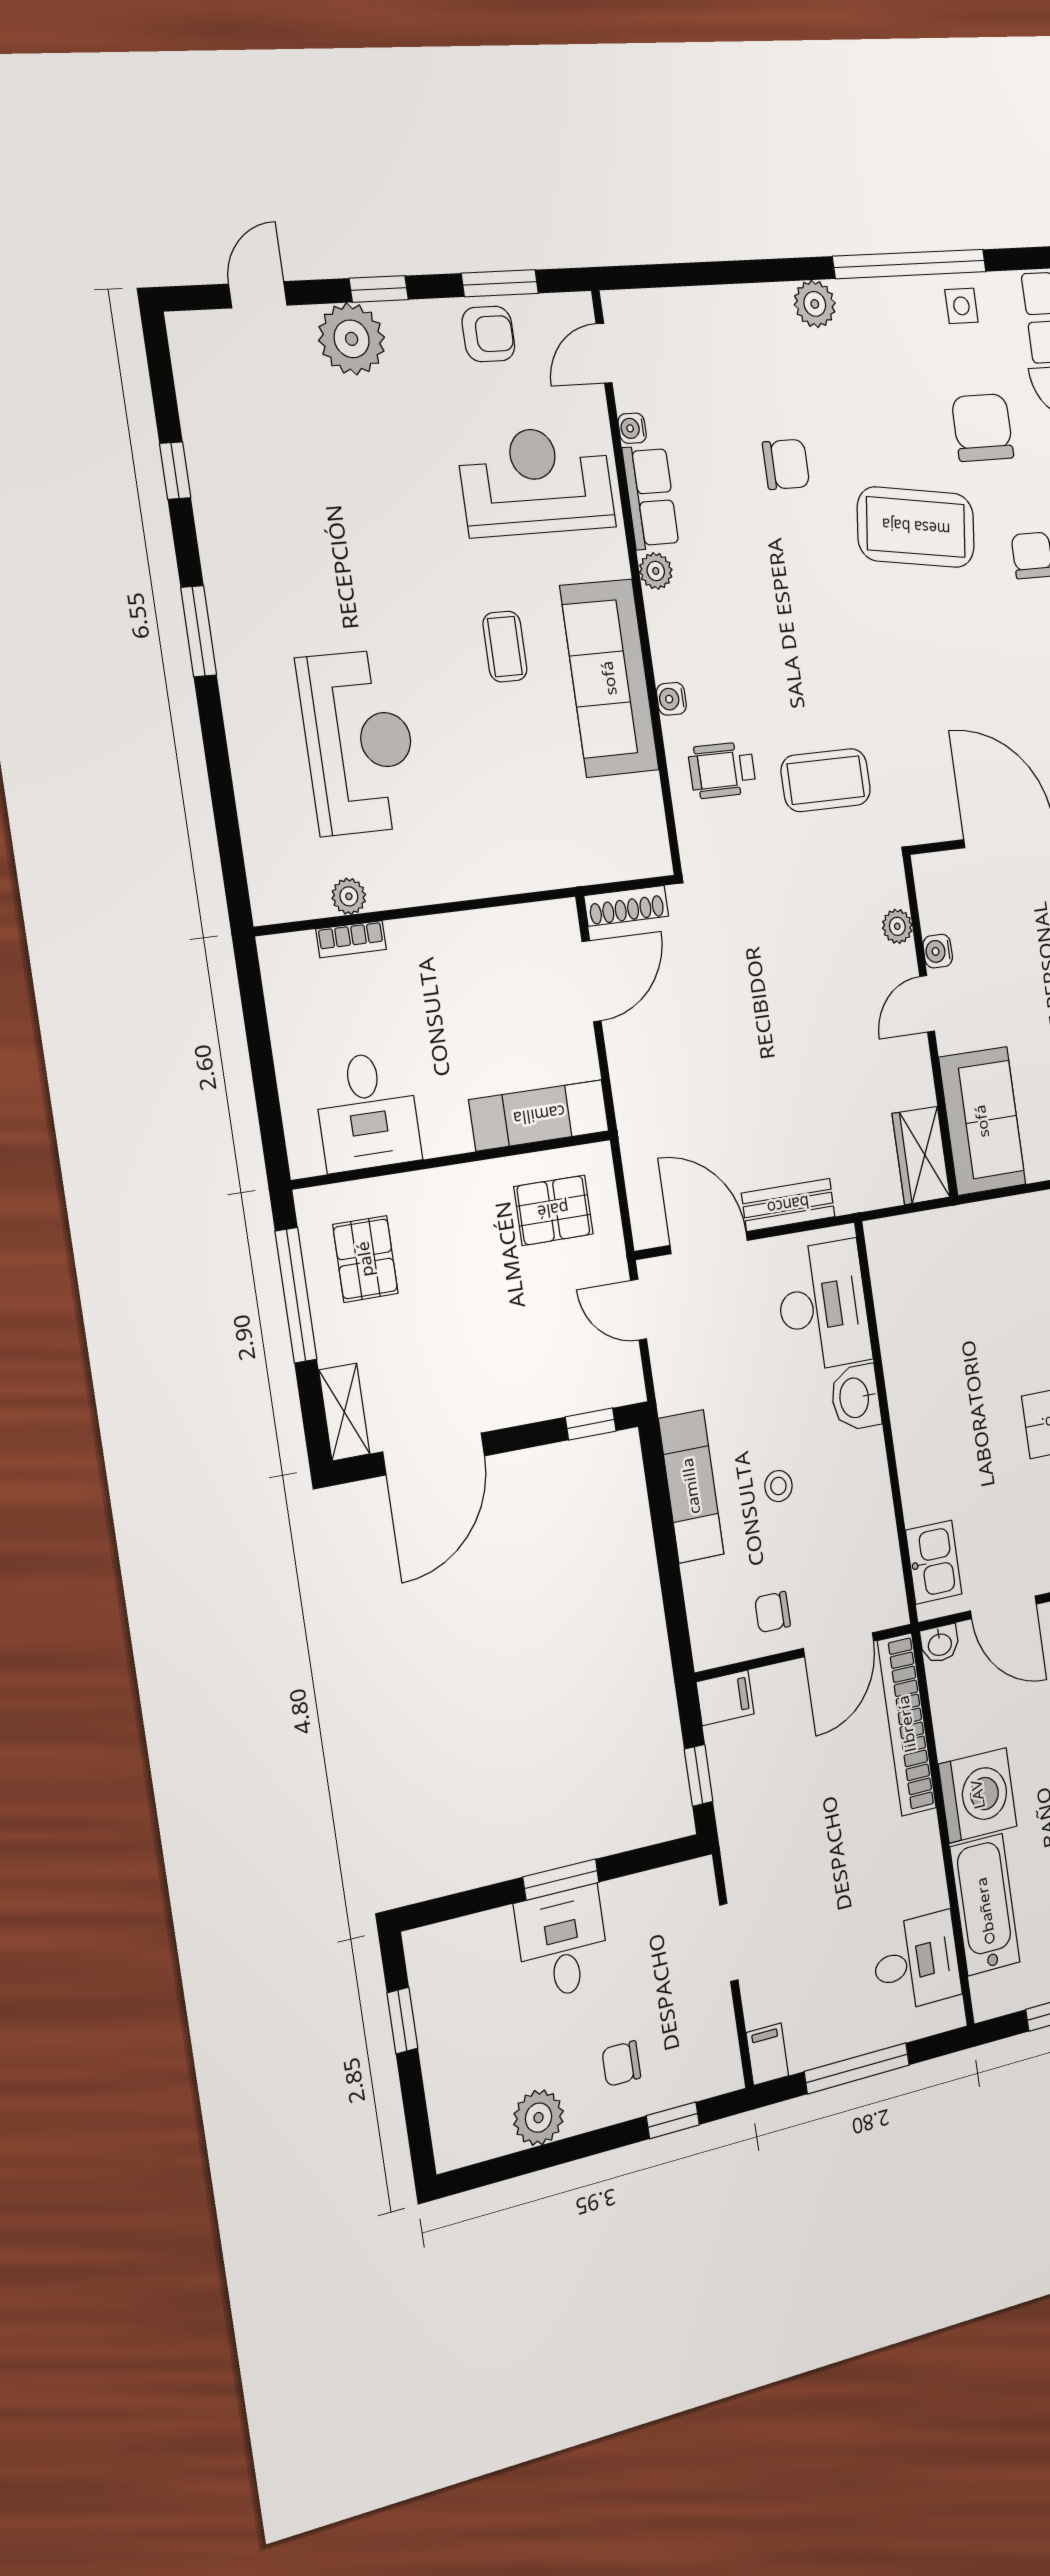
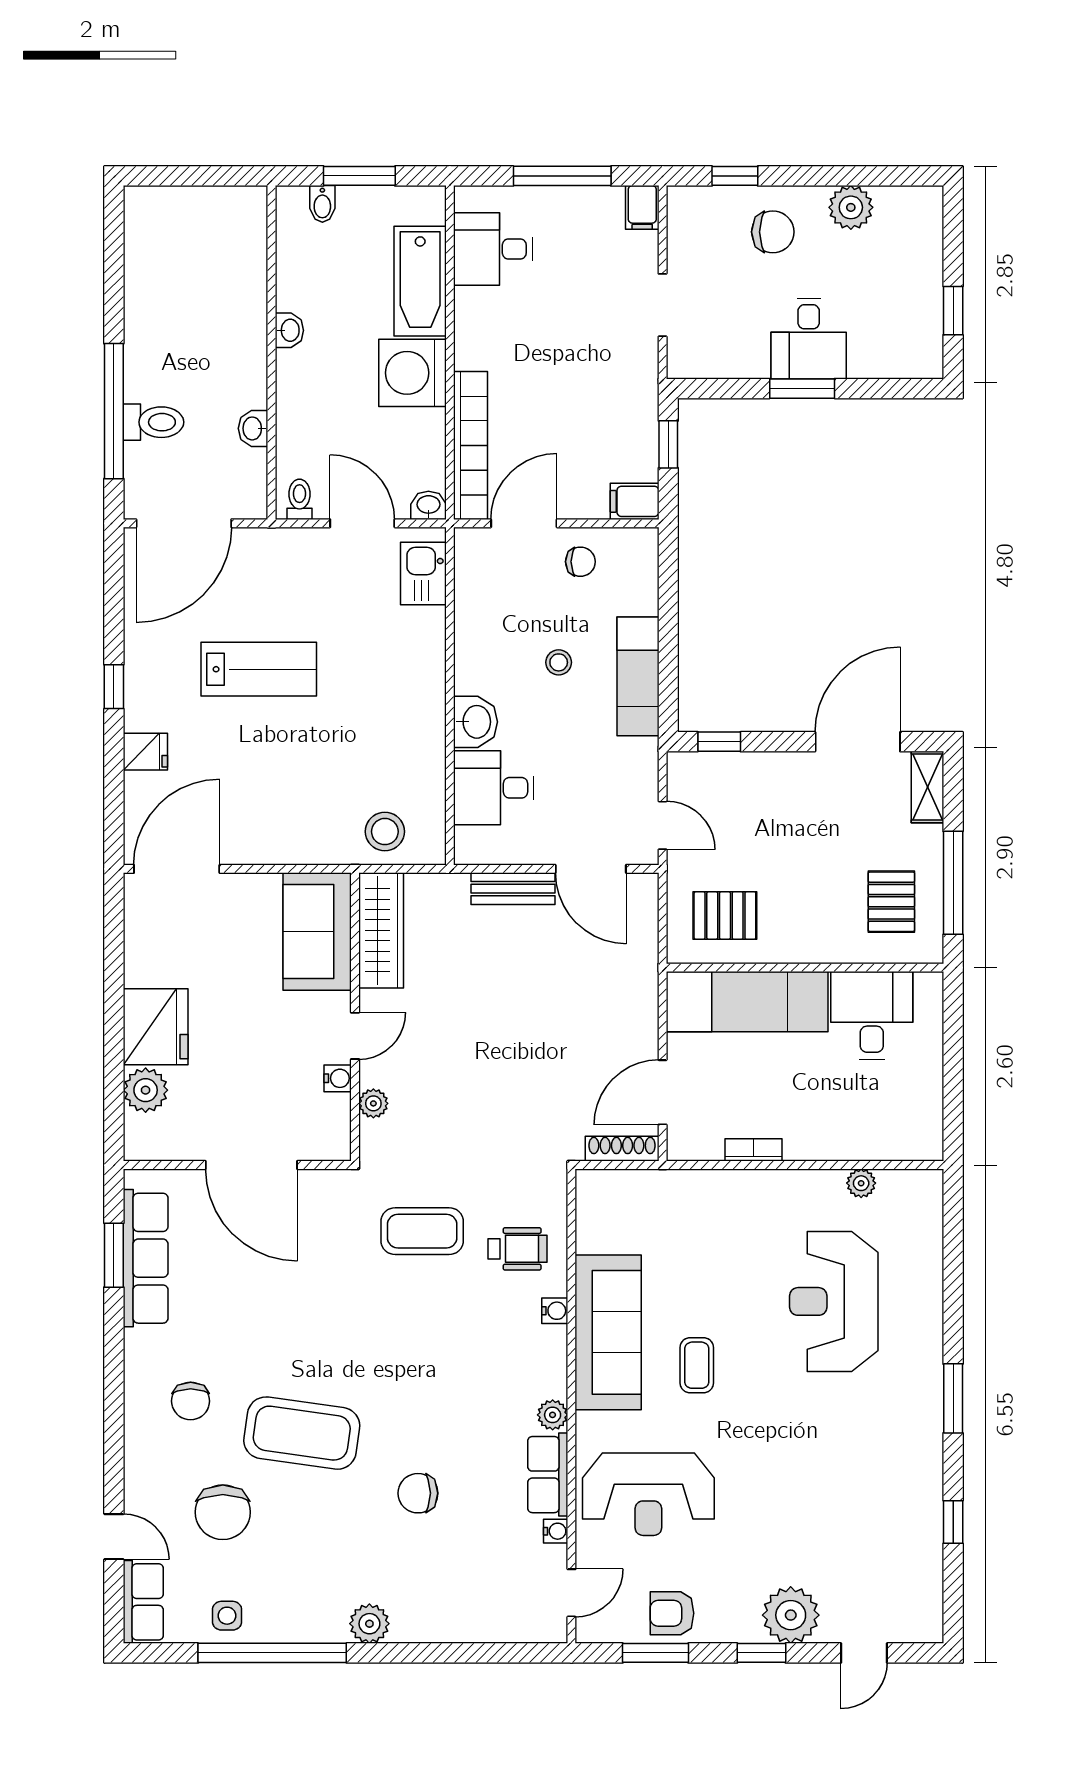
bookcase: (351, 939) -> (753, 1150), moved
exam couch: (539, 1115) -> (747, 1002), width x1.36, depth x1.45
wardrobe: (921, 1155) -> (381, 930), width x1.50
stool: (930, 1250) -> (385, 832), added
desk: (823, 1306) -> (494, 788), width x0.73
chair: (621, 2064) -> (773, 232), width x1.37, depth x1.37

